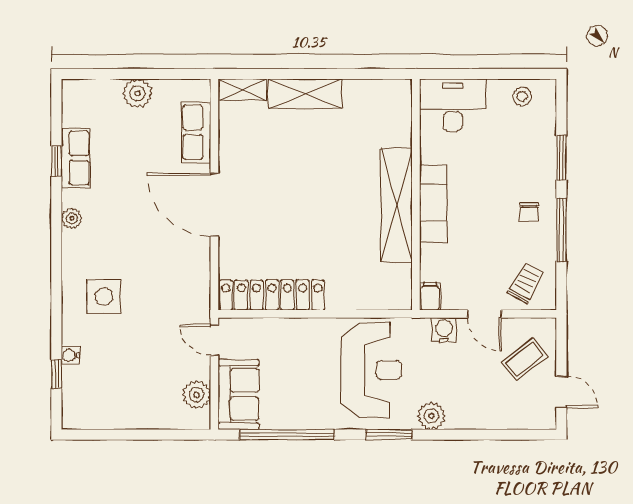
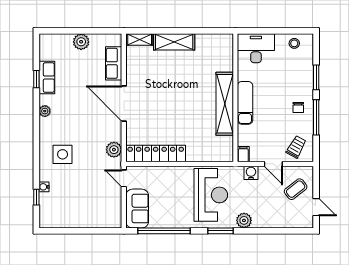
plant: (197, 395) -> (114, 150), moved

